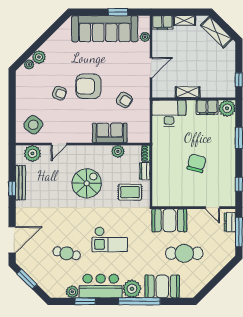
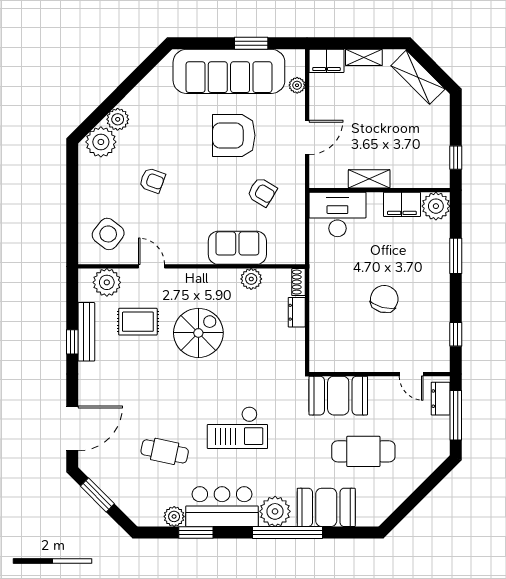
plant: (29, 64) -> (101, 142), width x1.88, depth x1.88
armchair: (88, 86) -> (234, 135), moved
door: (59, 144) -> (152, 266), swing flipped
rug: (130, 192) -> (138, 322), moved

